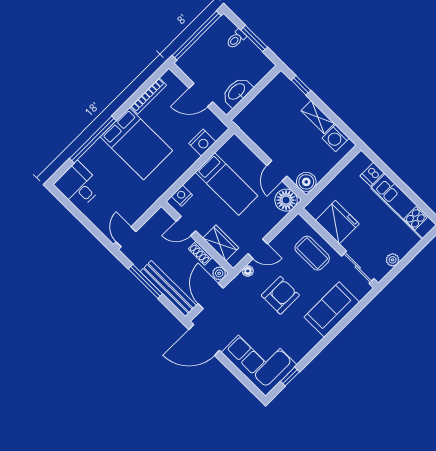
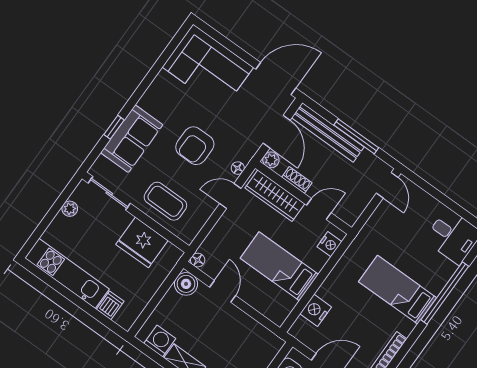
bed: (136, 144) -> (398, 290), width x0.67
floor lamp: (286, 200) -> (198, 260), width x0.53, depth x0.53
wardrobe: (221, 243) -> (275, 196), width x1.50
window: (290, 377) -> (114, 127), moved

